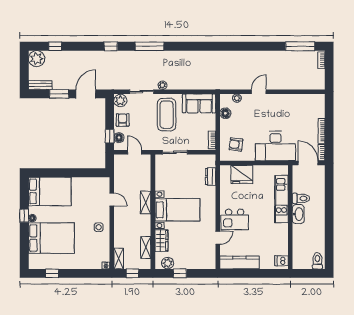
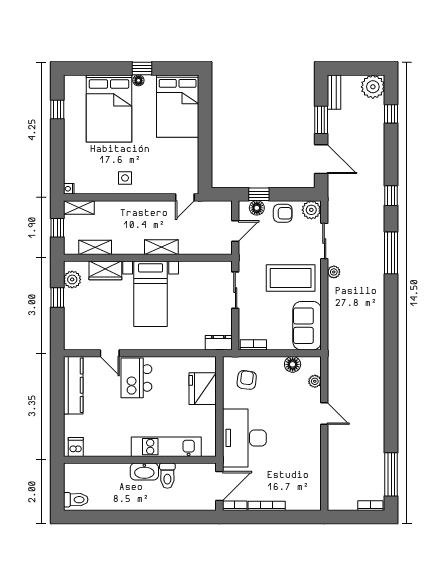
dresser: (211, 177) -> (219, 343), moved
door: (112, 199) -> (185, 197), moved

